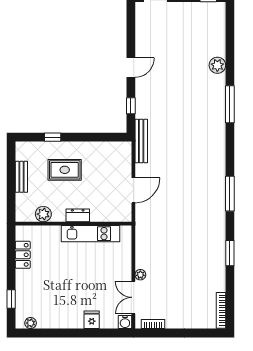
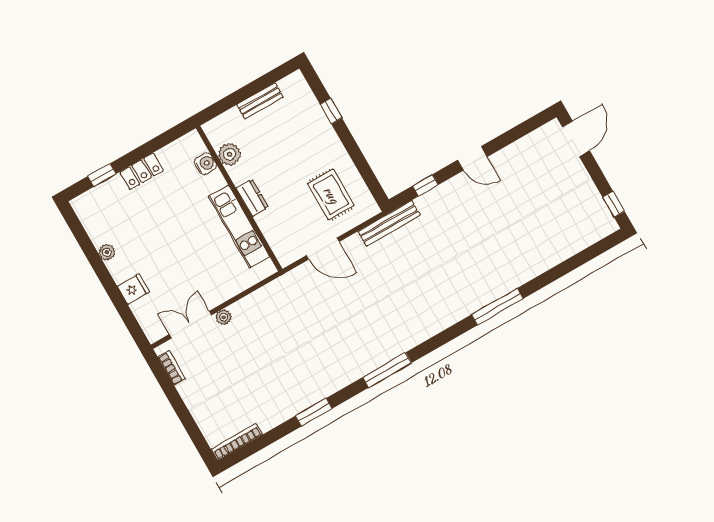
plant: (217, 65) -> (537, 264), removed
rug: (65, 170) -> (331, 195), moved
locker: (23, 255) -> (142, 171), moved
water cooler: (125, 322) -> (205, 164), moved, turned 180
plant: (31, 323) -> (107, 252), moved

